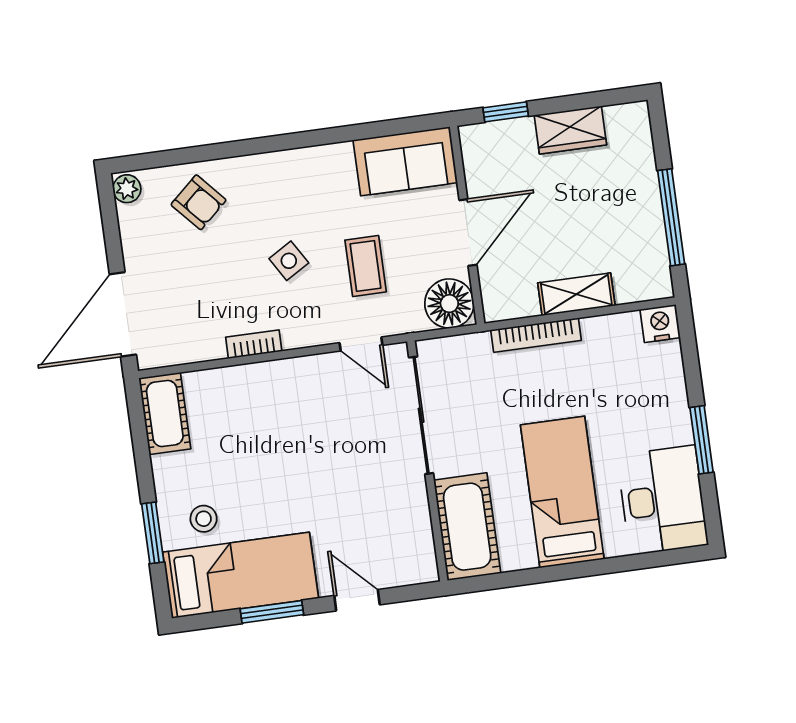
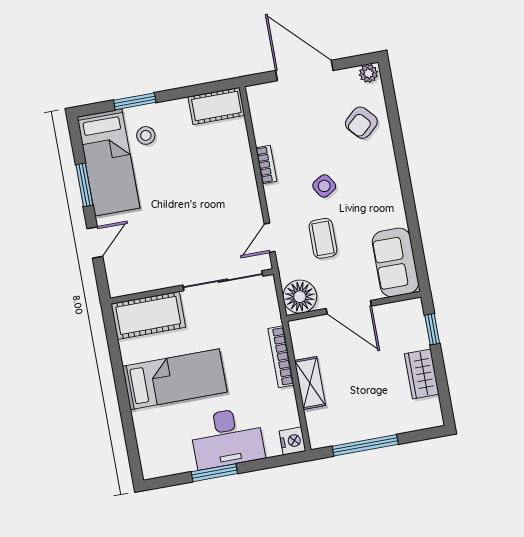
coffee table: (366, 266) -> (323, 238), turned 90
door: (123, 314) -> (304, 70), moved
desk: (663, 500) -> (227, 438), moved

